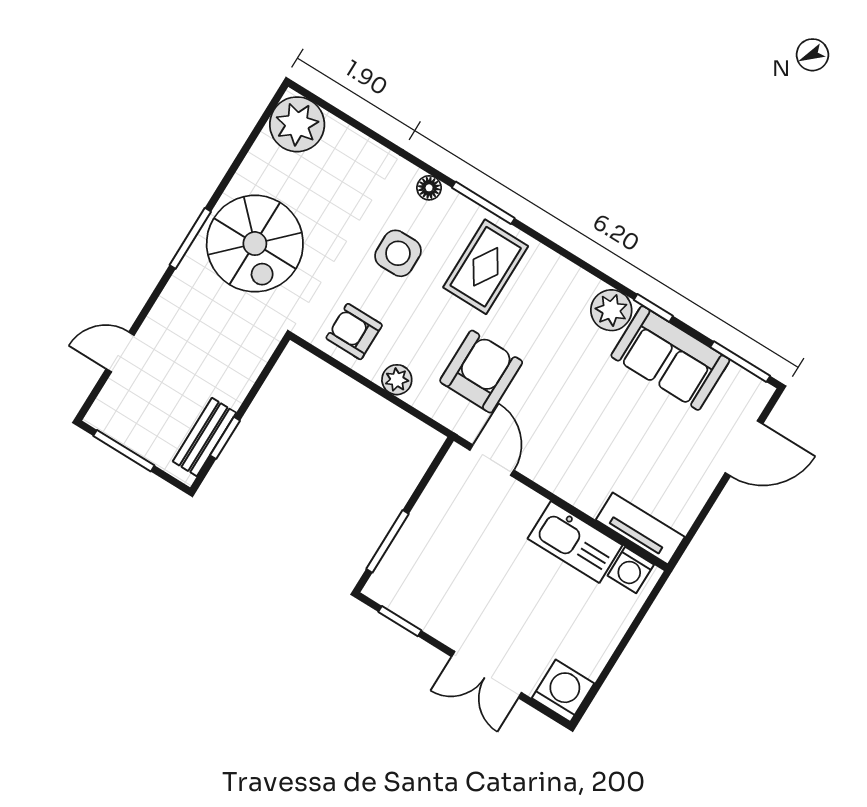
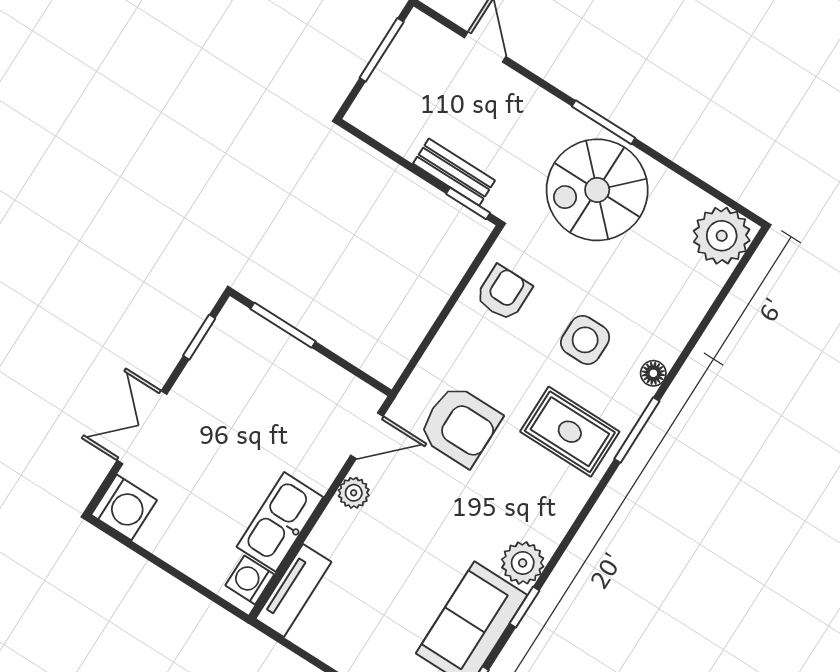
plant: (397, 380) -> (354, 493), moved
bench: (204, 437) -> (454, 172), moved
window: (225, 438) -> (468, 203), moved

